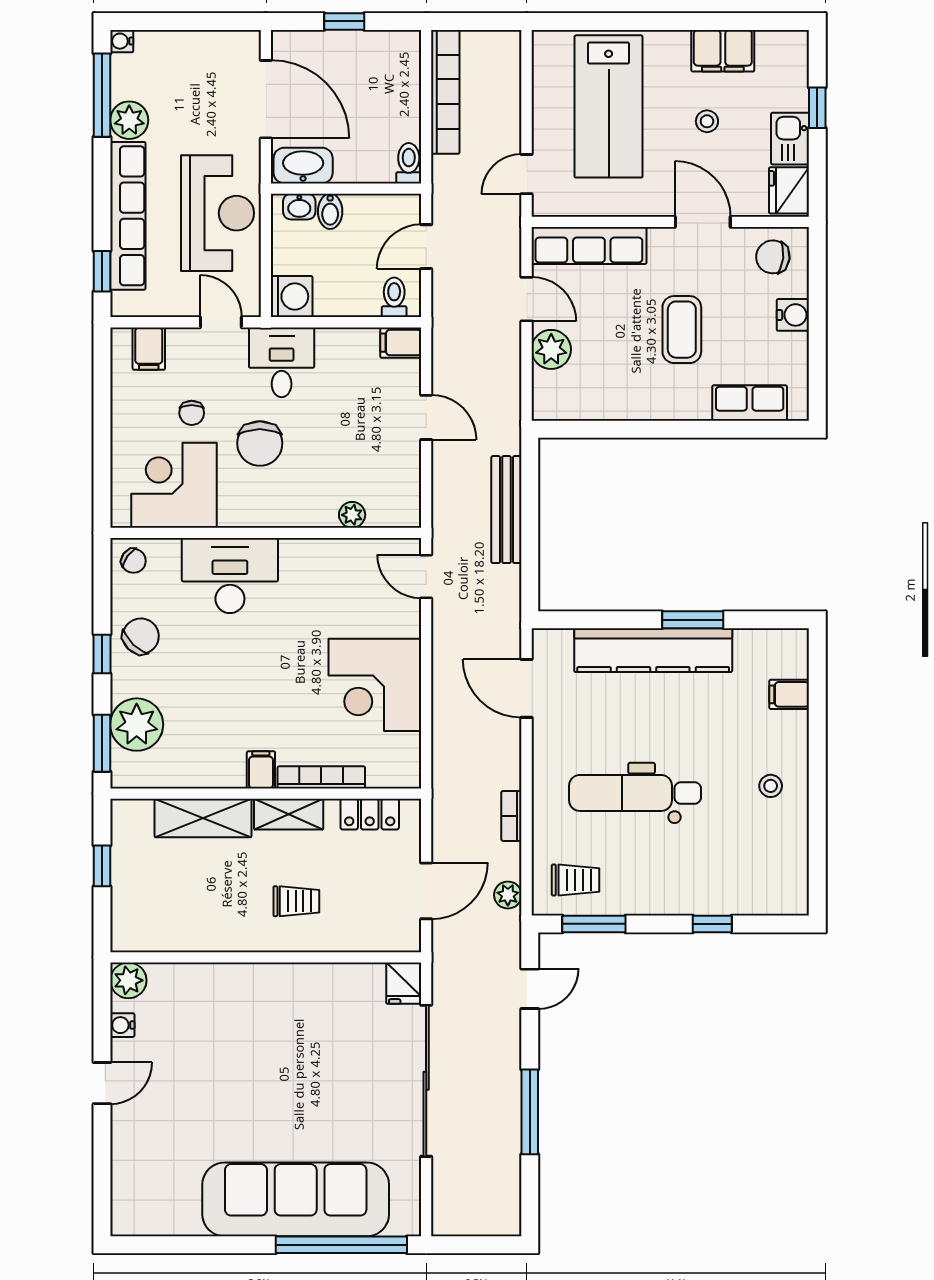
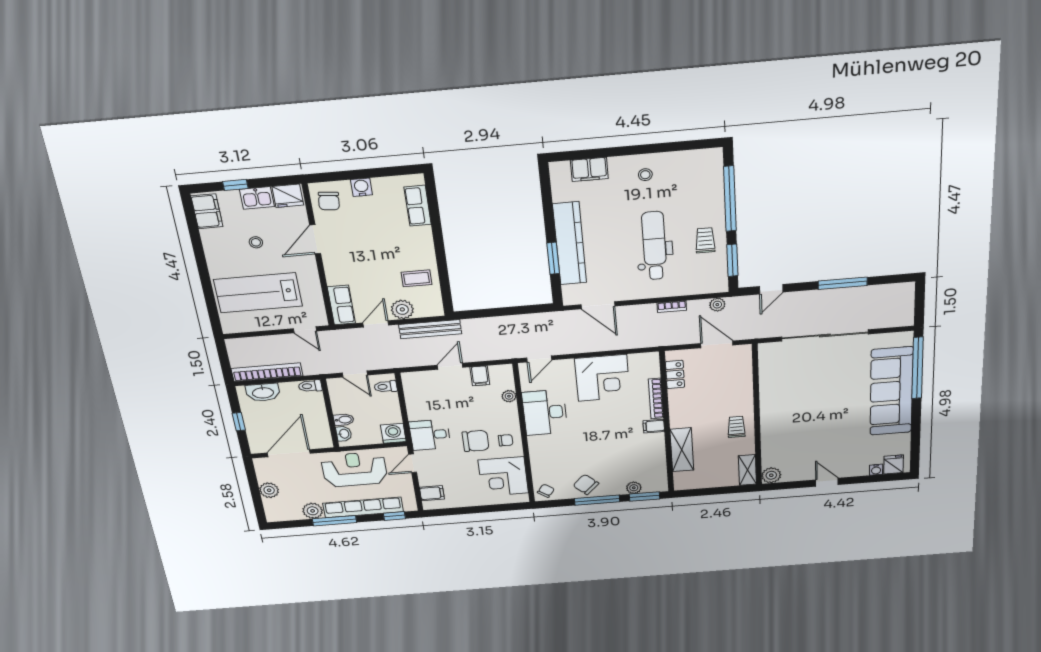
water cooler: (122, 41) -> (272, 517), removed
plant: (185, 48) -> (269, 490), added
filing cabinet: (723, 51) -> (207, 211), moved
window: (102, 95) -> (335, 521), moved
lab bench: (609, 106) -> (258, 293), turned 180
washbasin: (303, 166) -> (263, 392), moved, turned -90
row of seats: (589, 246) -> (341, 305), width x0.68
coffee table: (682, 330) -> (417, 278), moved, width x0.73, depth x0.77
filing cabinet: (401, 343) -> (480, 376), moved
chair: (192, 413) -> (506, 440), moved
bench: (506, 510) -> (430, 329), moved
desk: (230, 576) -> (545, 412), moved
window: (693, 620) -> (553, 258), moved
window: (102, 654) -> (597, 500), width x2.17
door: (527, 688) -> (598, 305), hinge flipped
filing cabinet: (789, 694) -> (589, 169), width x2.00
plant: (137, 725) -> (634, 488), width x0.53, depth x0.53
dental chair: (635, 793) -> (654, 246), turned 180
shelving: (289, 814) -> (747, 470), moved
window: (102, 866) -> (710, 491), removed
trolley: (576, 880) -> (705, 240), moved
trolley: (296, 901) -> (736, 427), moved
window: (712, 924) -> (730, 199), width x3.17
fridge: (404, 983) -> (894, 464), moved, turned -90
door: (530, 989) -> (771, 289), swing flipped
water cooler: (122, 1025) -> (876, 470), moved

